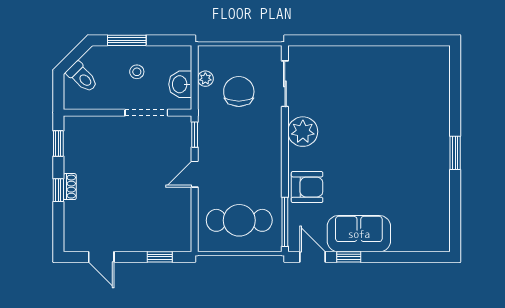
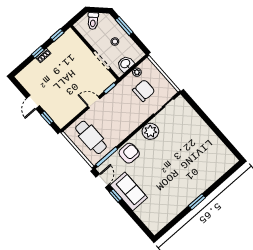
armchair: (307, 187) -> (129, 153), turned -90
door: (101, 257) -> (33, 102), moved

